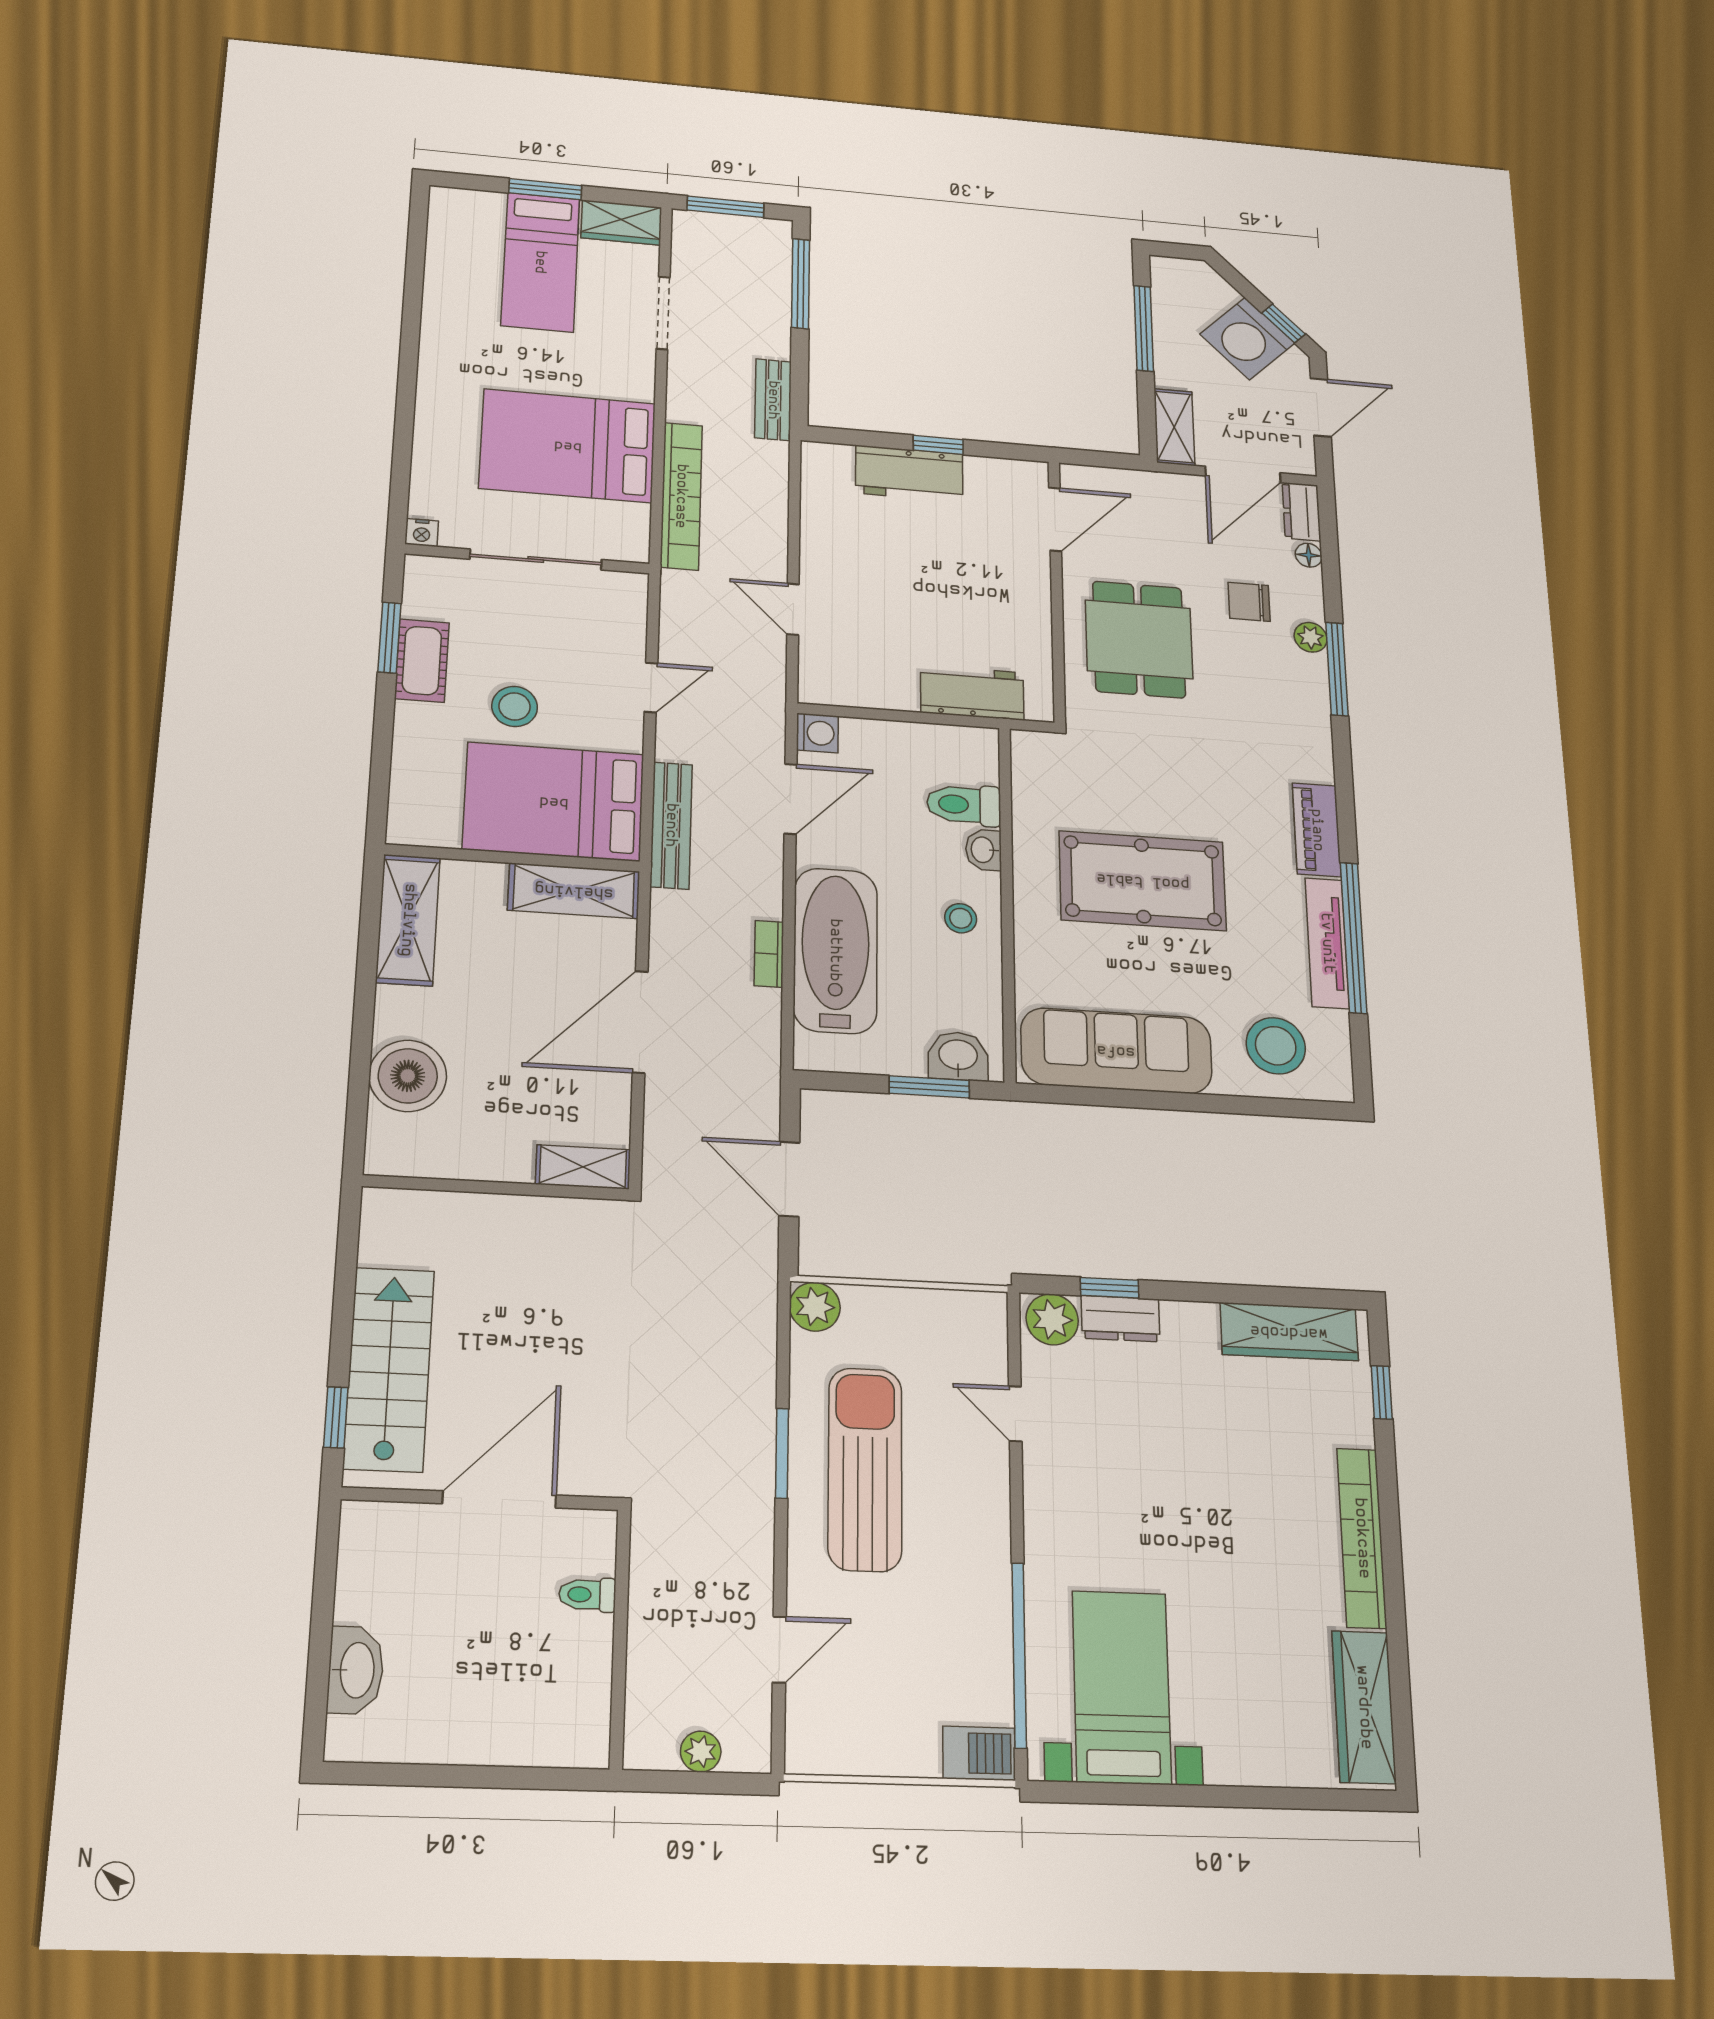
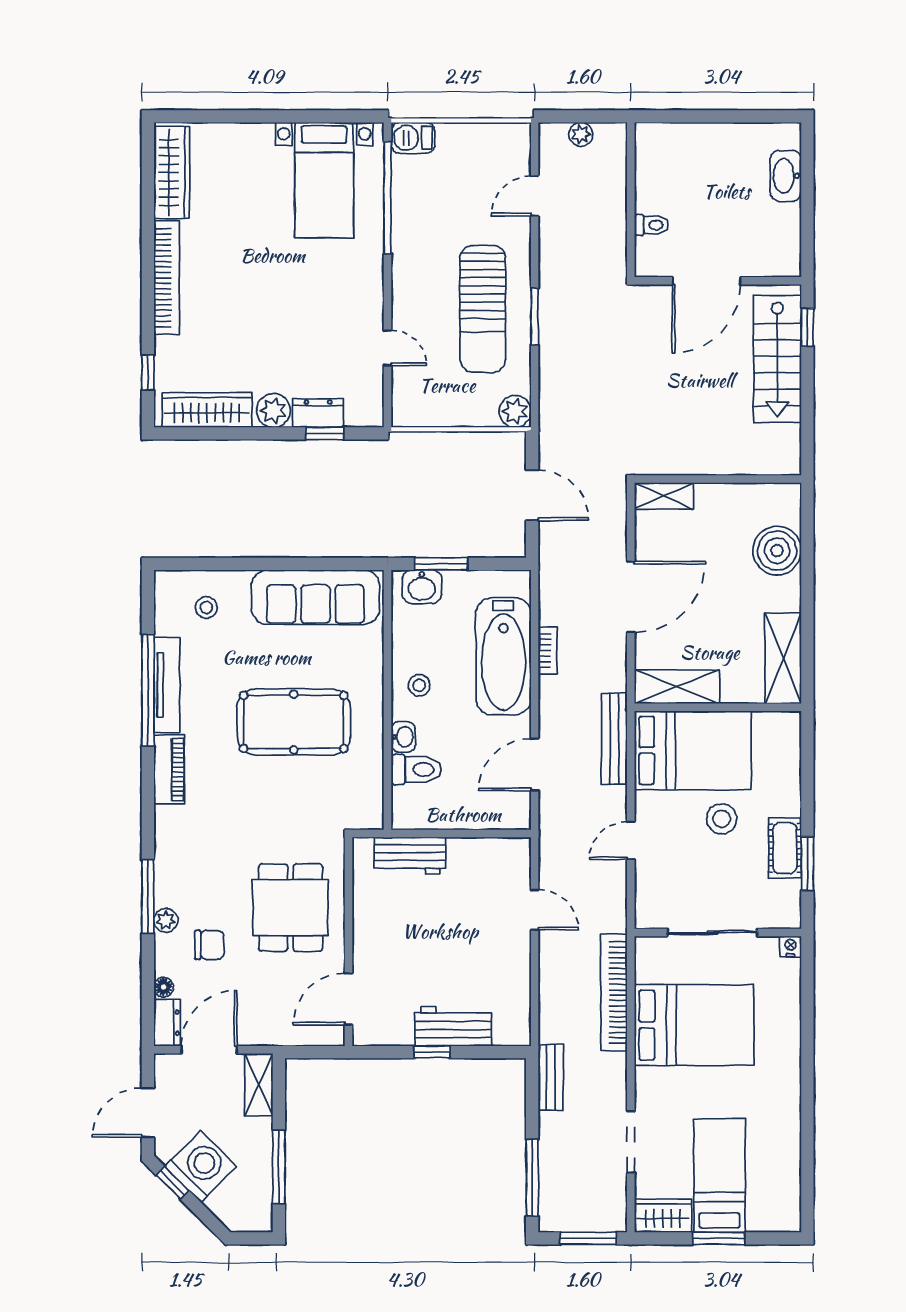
washing machine: (817, 733) -> (517, 816), removed
stool: (1276, 1046) -> (206, 607), width x0.53, depth x0.53
plant: (1052, 1319) -> (273, 411), moved

